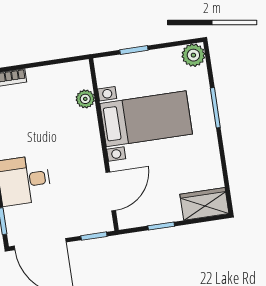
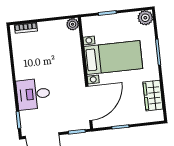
plant: (85, 99) -> (73, 24), moved
door: (111, 191) -> (89, 103), width x1.36
wardrobe: (204, 204) -> (153, 96), moved, turned -90

